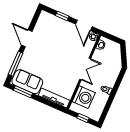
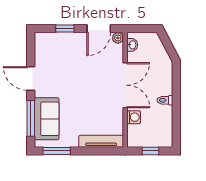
door: (84, 25) -> (99, 29), hinge flipped
double door: (85, 69) -> (125, 85), width x1.37
sofa: (27, 82) -> (47, 119), moved, turned 90
washing machine: (84, 97) -> (134, 117), width x0.53, depth x0.53

